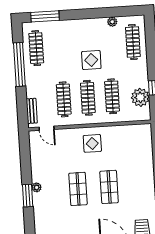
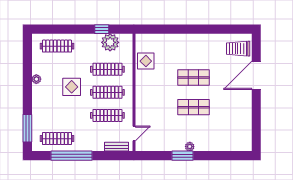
plant: (112, 22) -> (36, 79), moved
display table: (92, 143) -> (146, 61), moved
window: (28, 196) -> (183, 156), moved

